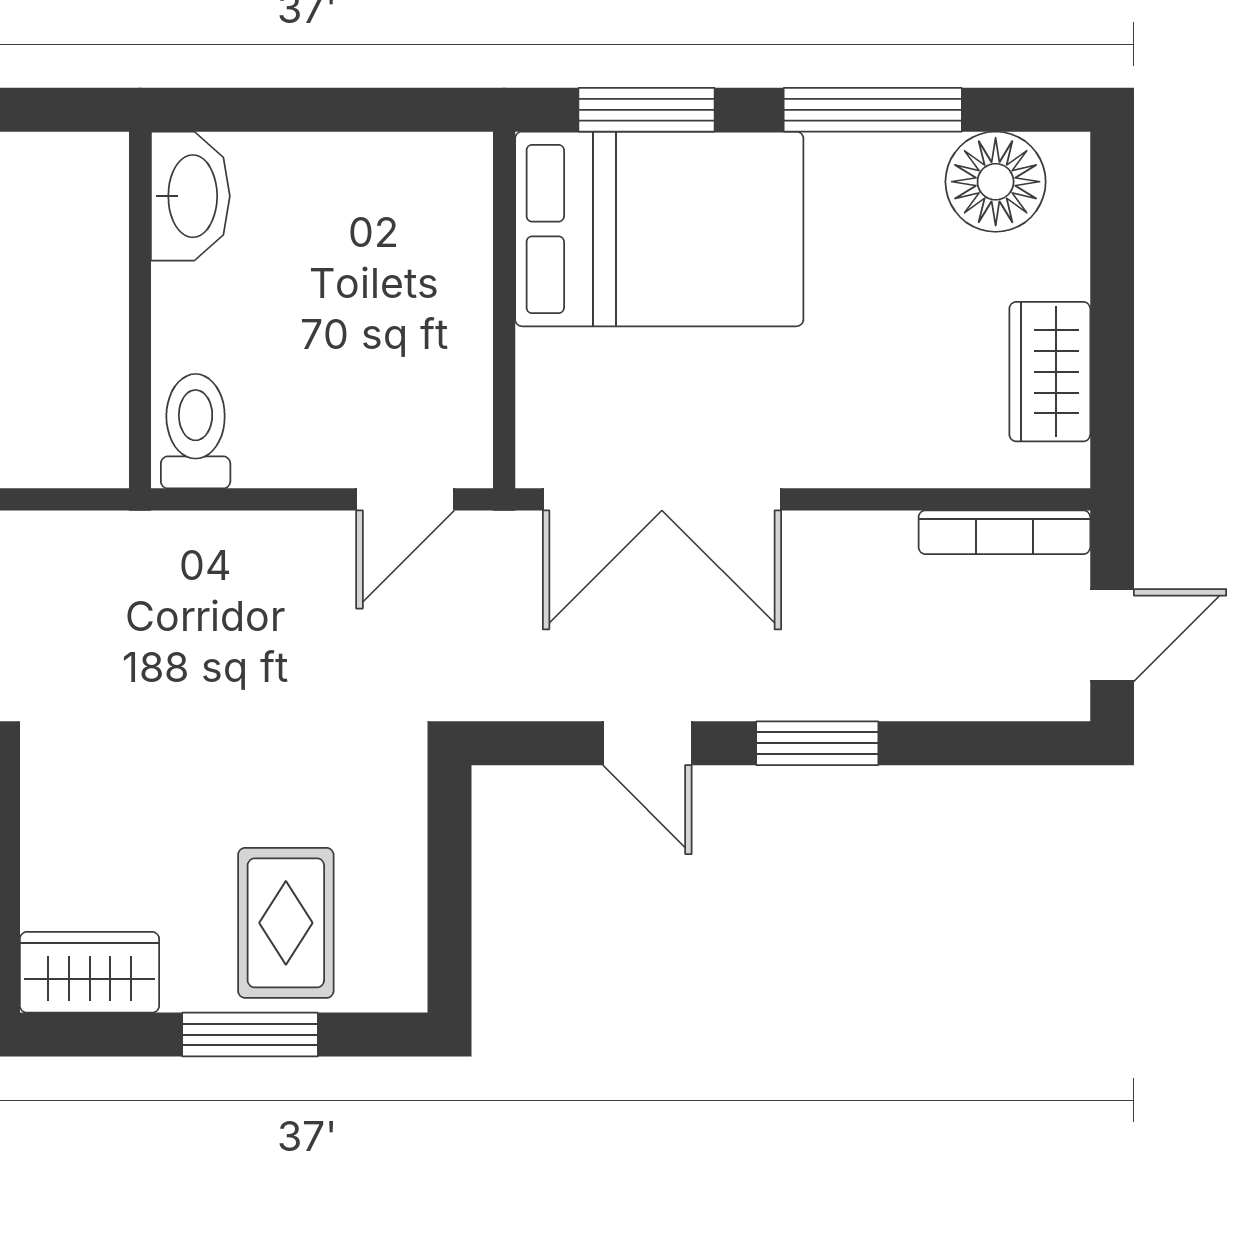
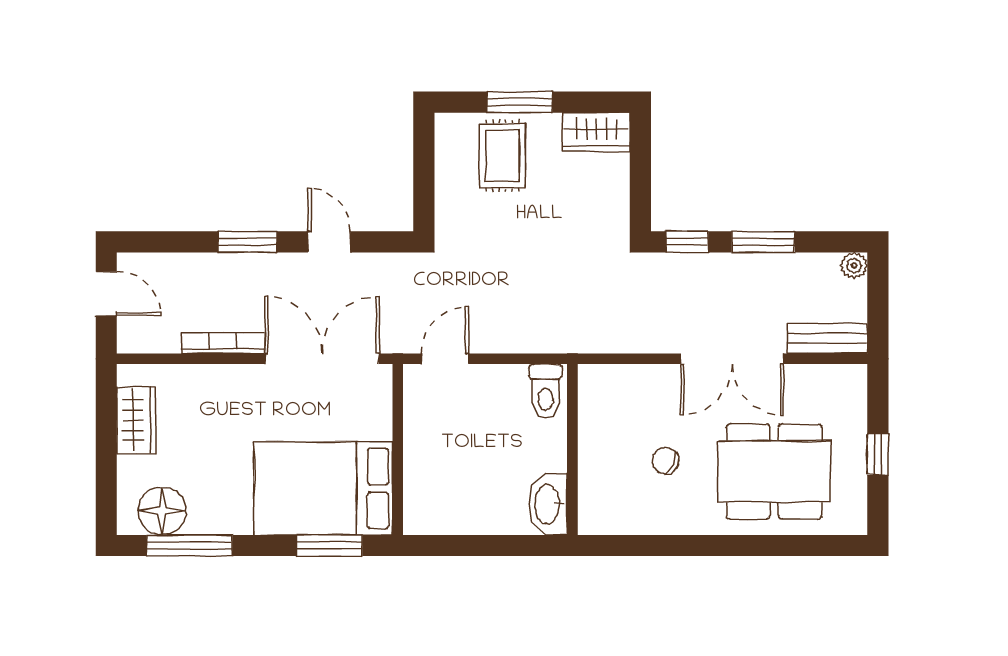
window: (873, 110) -> (189, 546), moved
bookcase: (1004, 532) -> (223, 343), moved
door: (1112, 635) -> (106, 294), swing flipped

